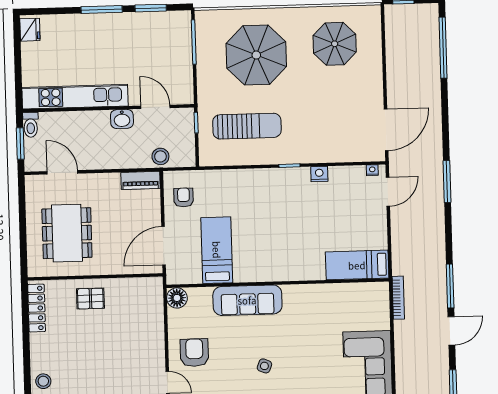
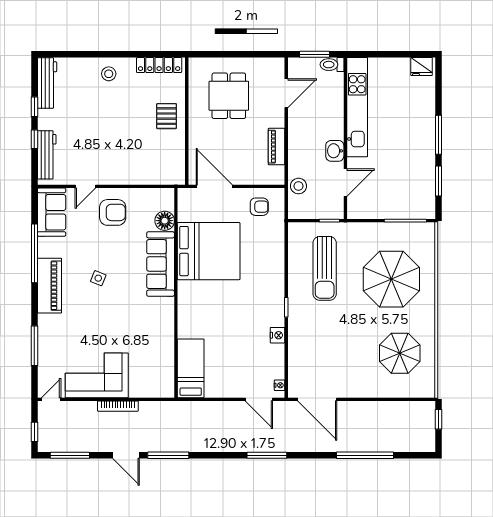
window: (443, 48) -> (365, 455), moved
piano: (140, 180) -> (276, 147), moved
dining table: (67, 233) -> (229, 96), width x0.73
bed: (217, 250) -> (209, 251), width x2.04
floor lamp: (177, 298) -> (165, 221), moved
bookcase: (398, 298) -> (118, 406), moved
stool: (43, 381) -> (109, 74), moved

